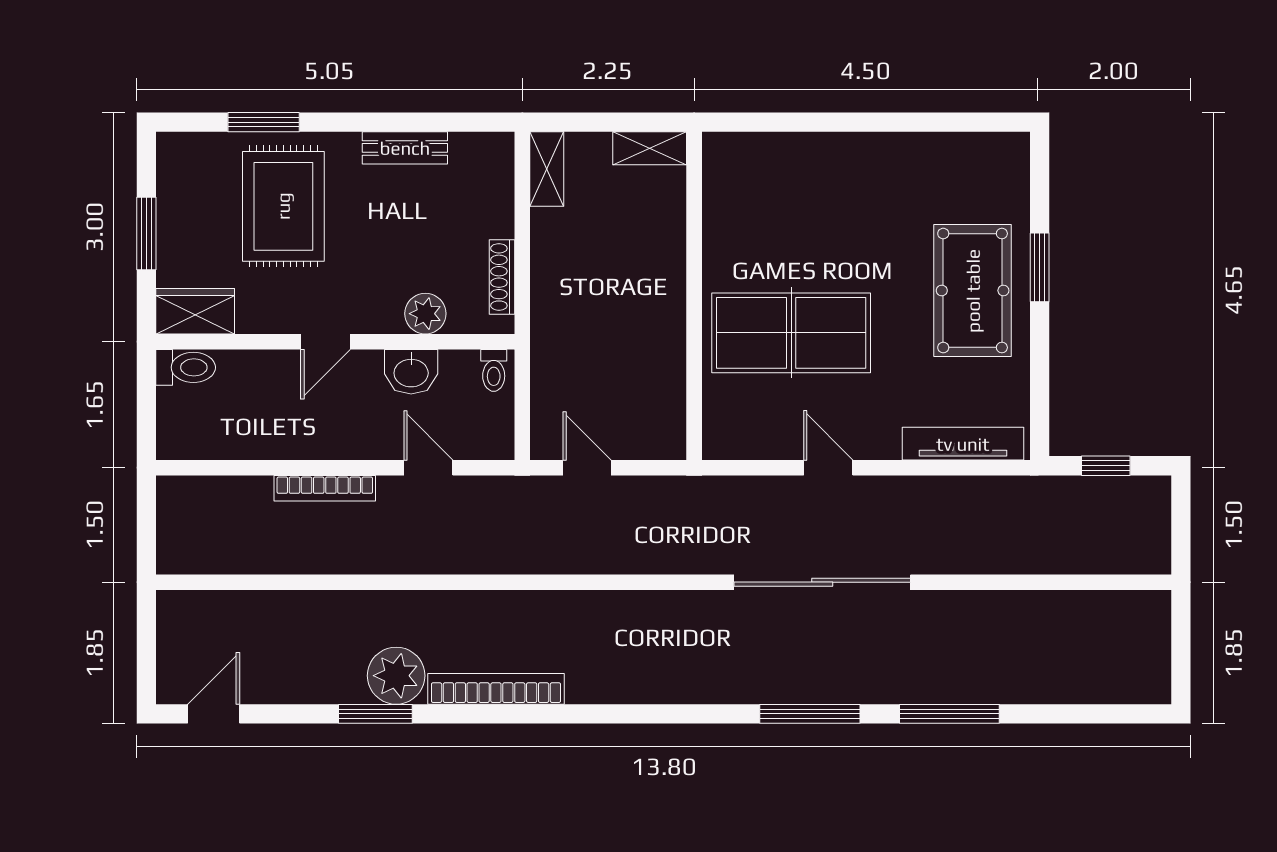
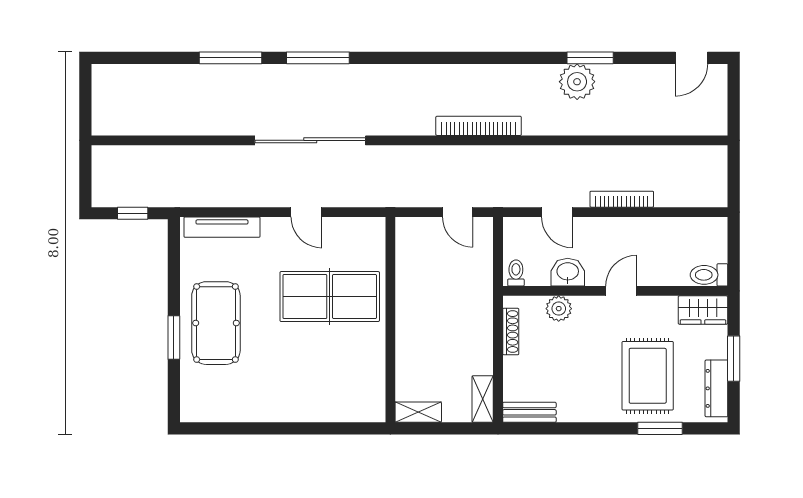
bench: (405, 148) -> (529, 412), moved
dresser: (174, 186) -> (716, 388), added
bookcase: (496, 689) -> (479, 126), moved, turned 180

